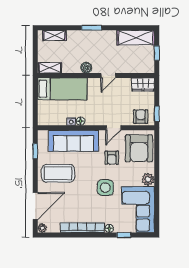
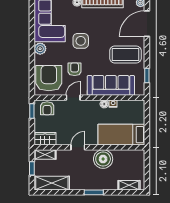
shelving: (50, 68) -> (45, 154), moved
boiler: (86, 68) -> (103, 159), width x1.86, depth x1.86

